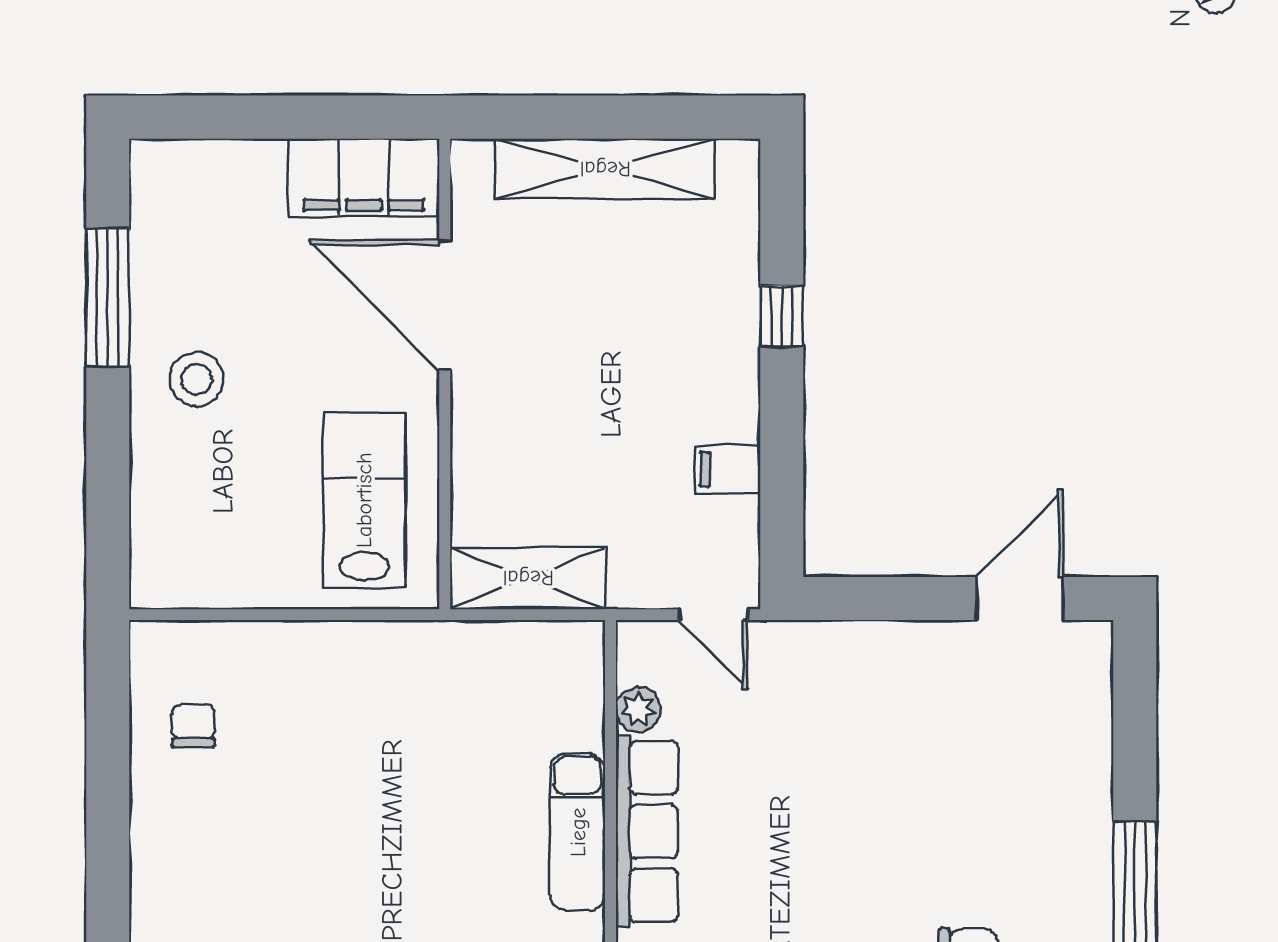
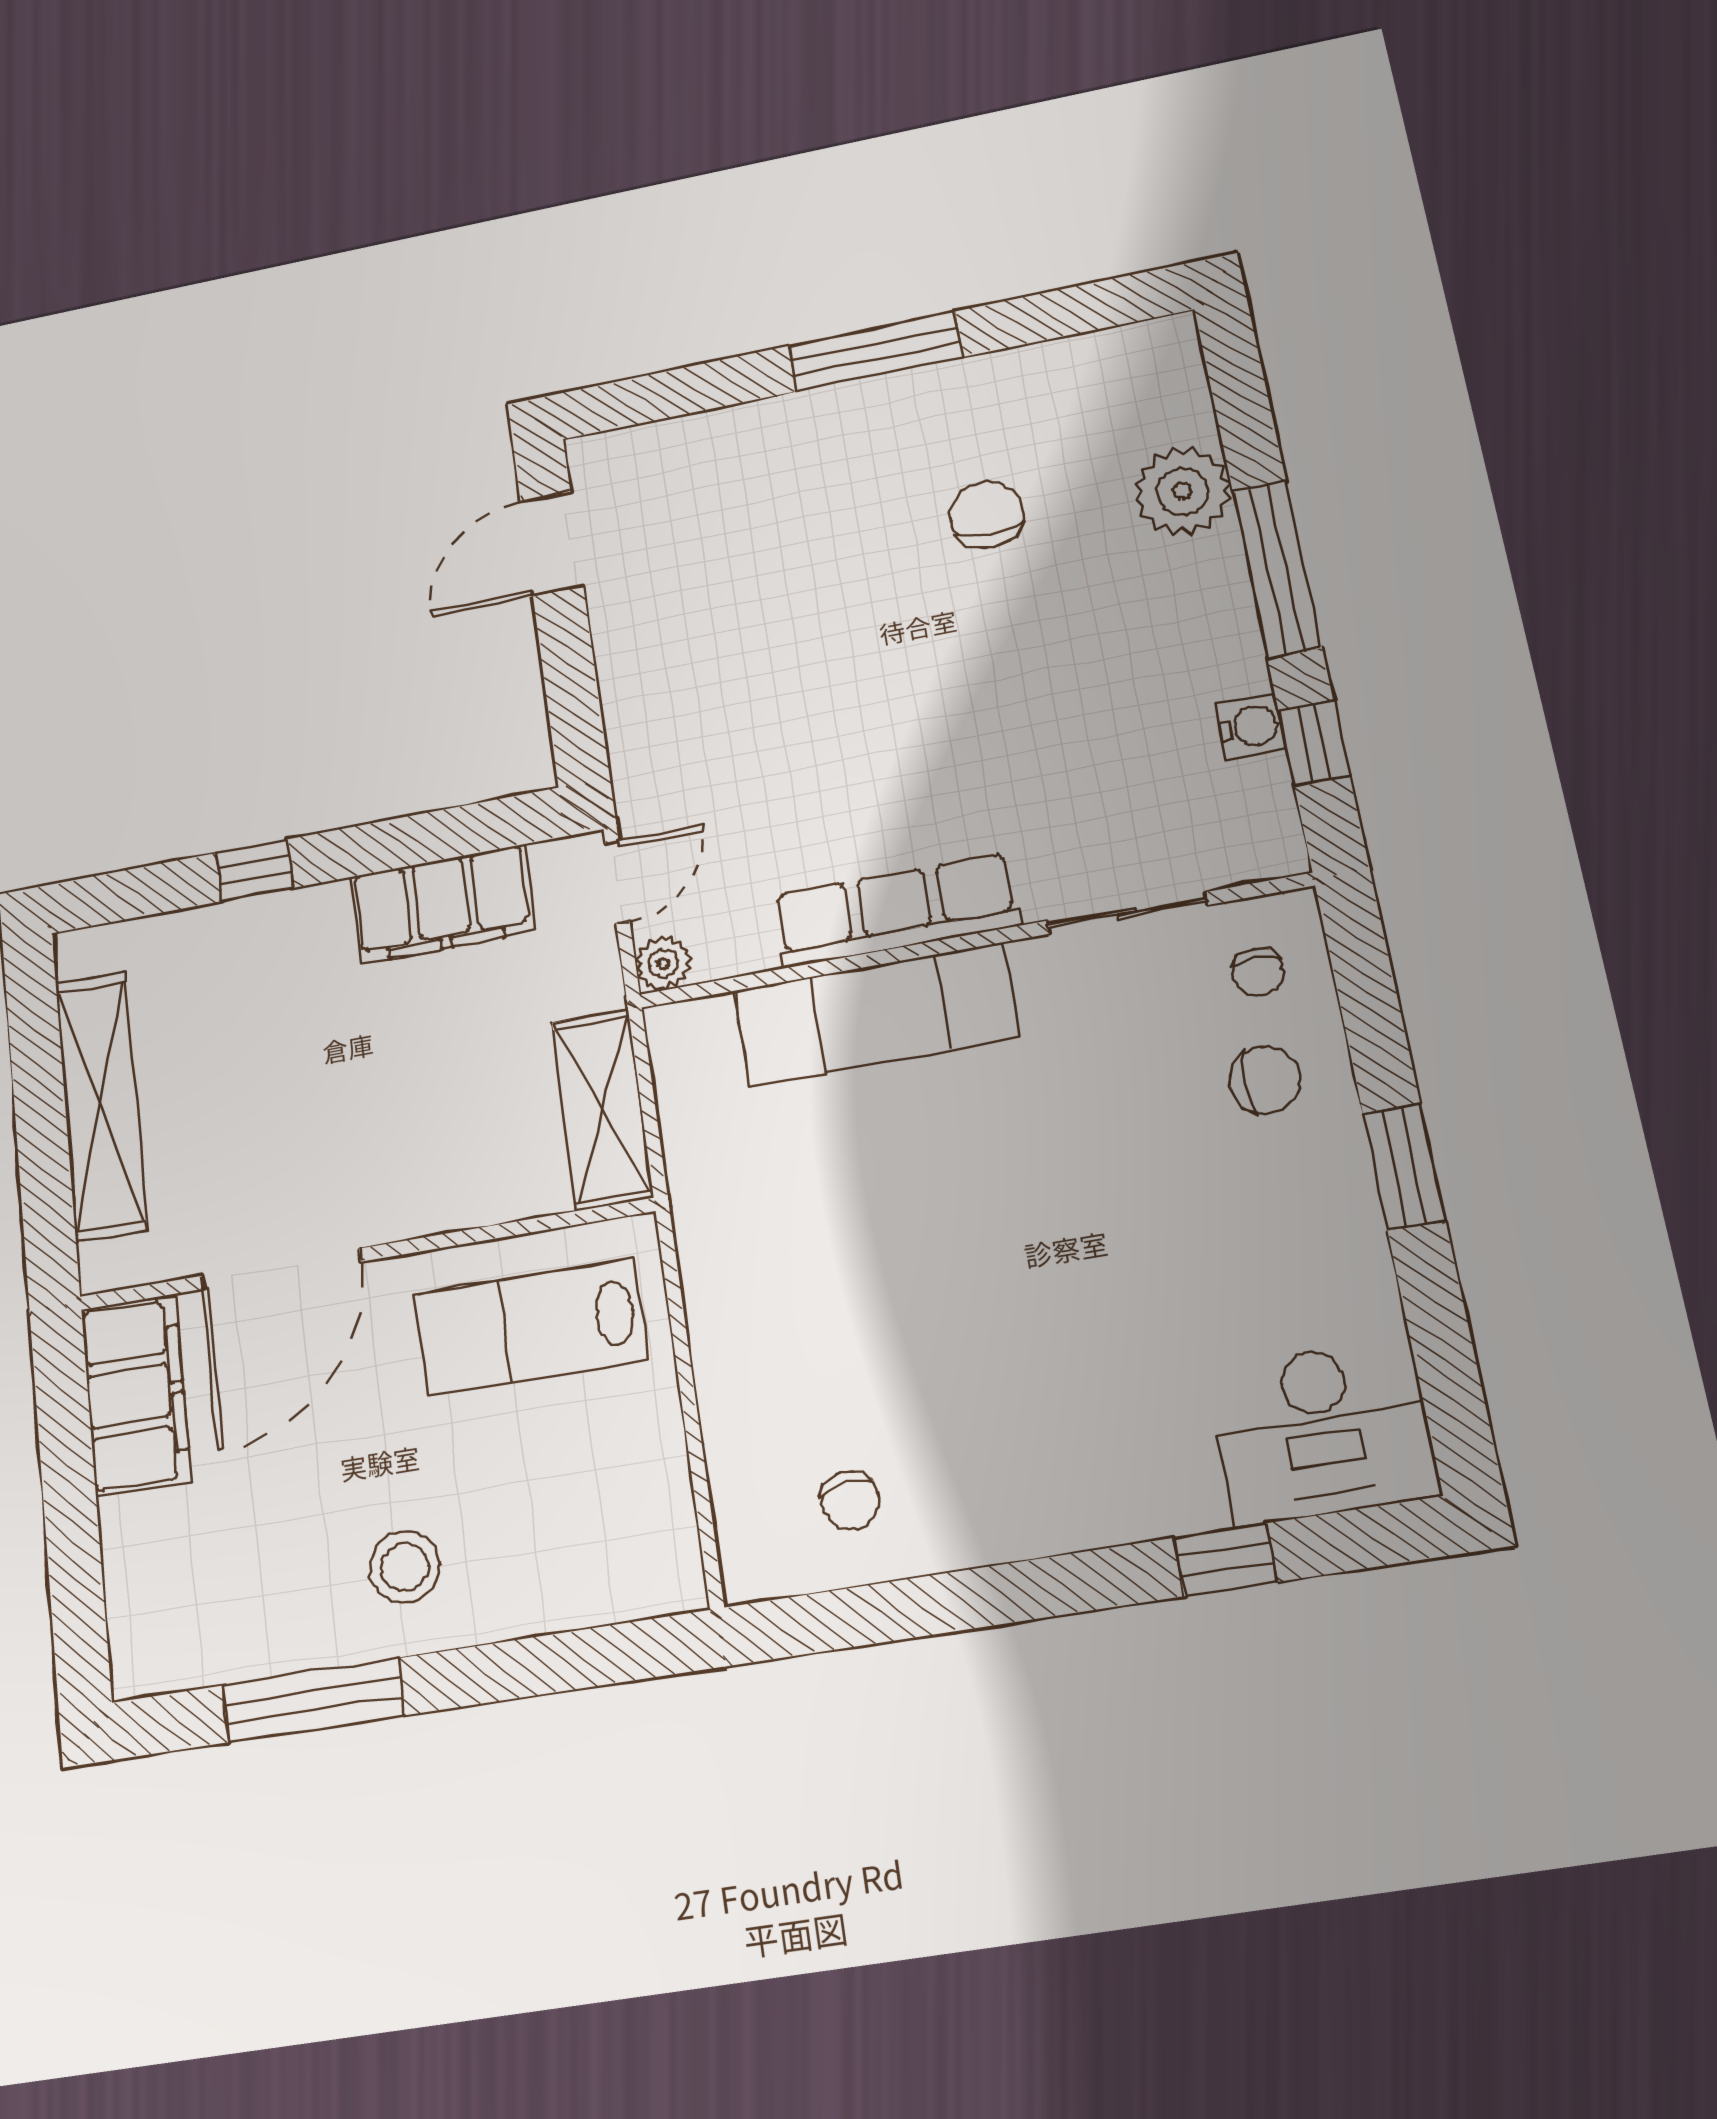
filing cabinet: (728, 469) -> (442, 904), width x3.00, depth x1.17
door: (1020, 599) -> (552, 544), hinge flipped
plant: (638, 709) -> (663, 963), moved
chair: (193, 726) -> (850, 1500), turned -98
exam couch: (578, 832) -> (876, 1014), width x1.36, depth x1.45

